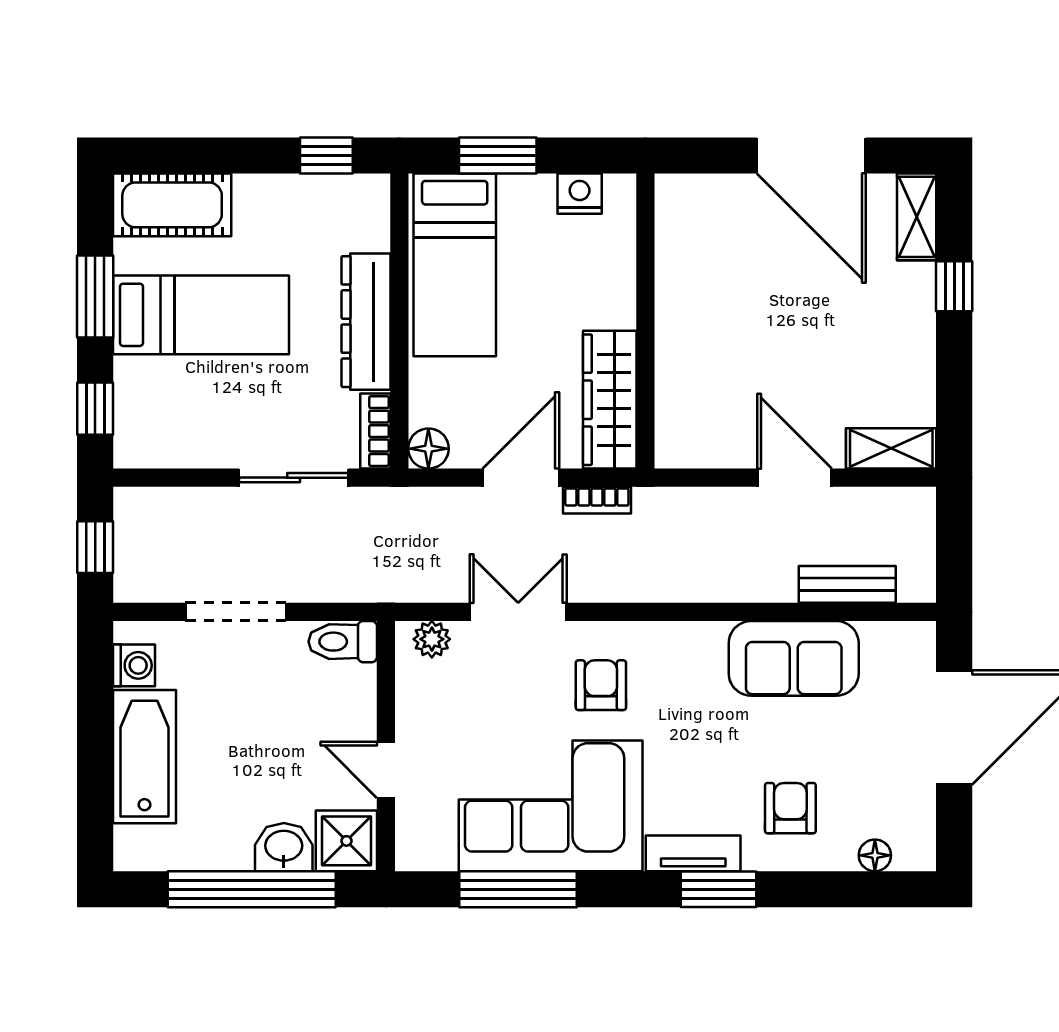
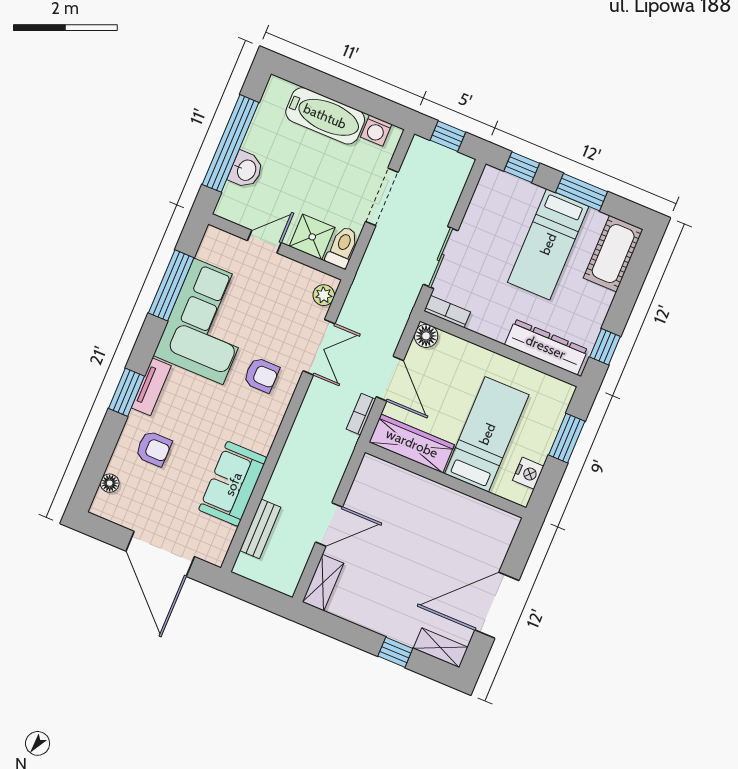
bed: (455, 265) -> (487, 434), moved, turned 90
dresser: (366, 322) -> (546, 347), moved
shower: (346, 841) -> (312, 237), moved

